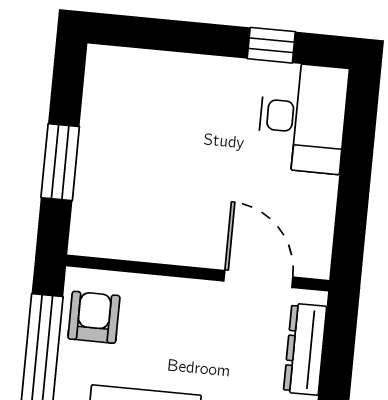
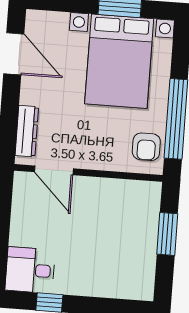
desk: (303, 118) -> (30, 270), width x0.73

